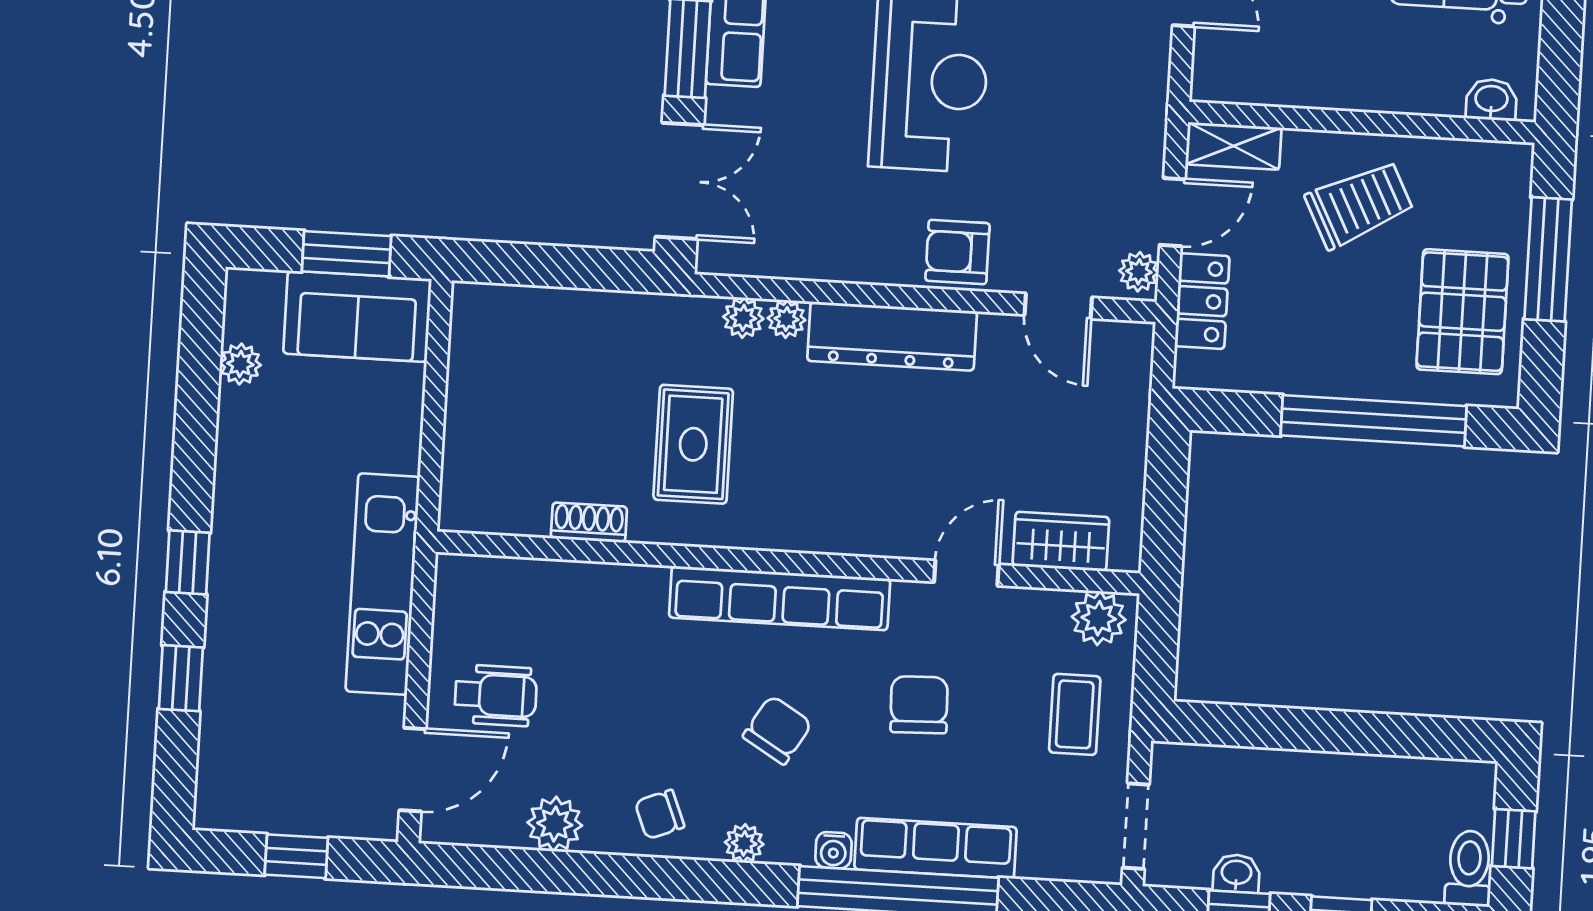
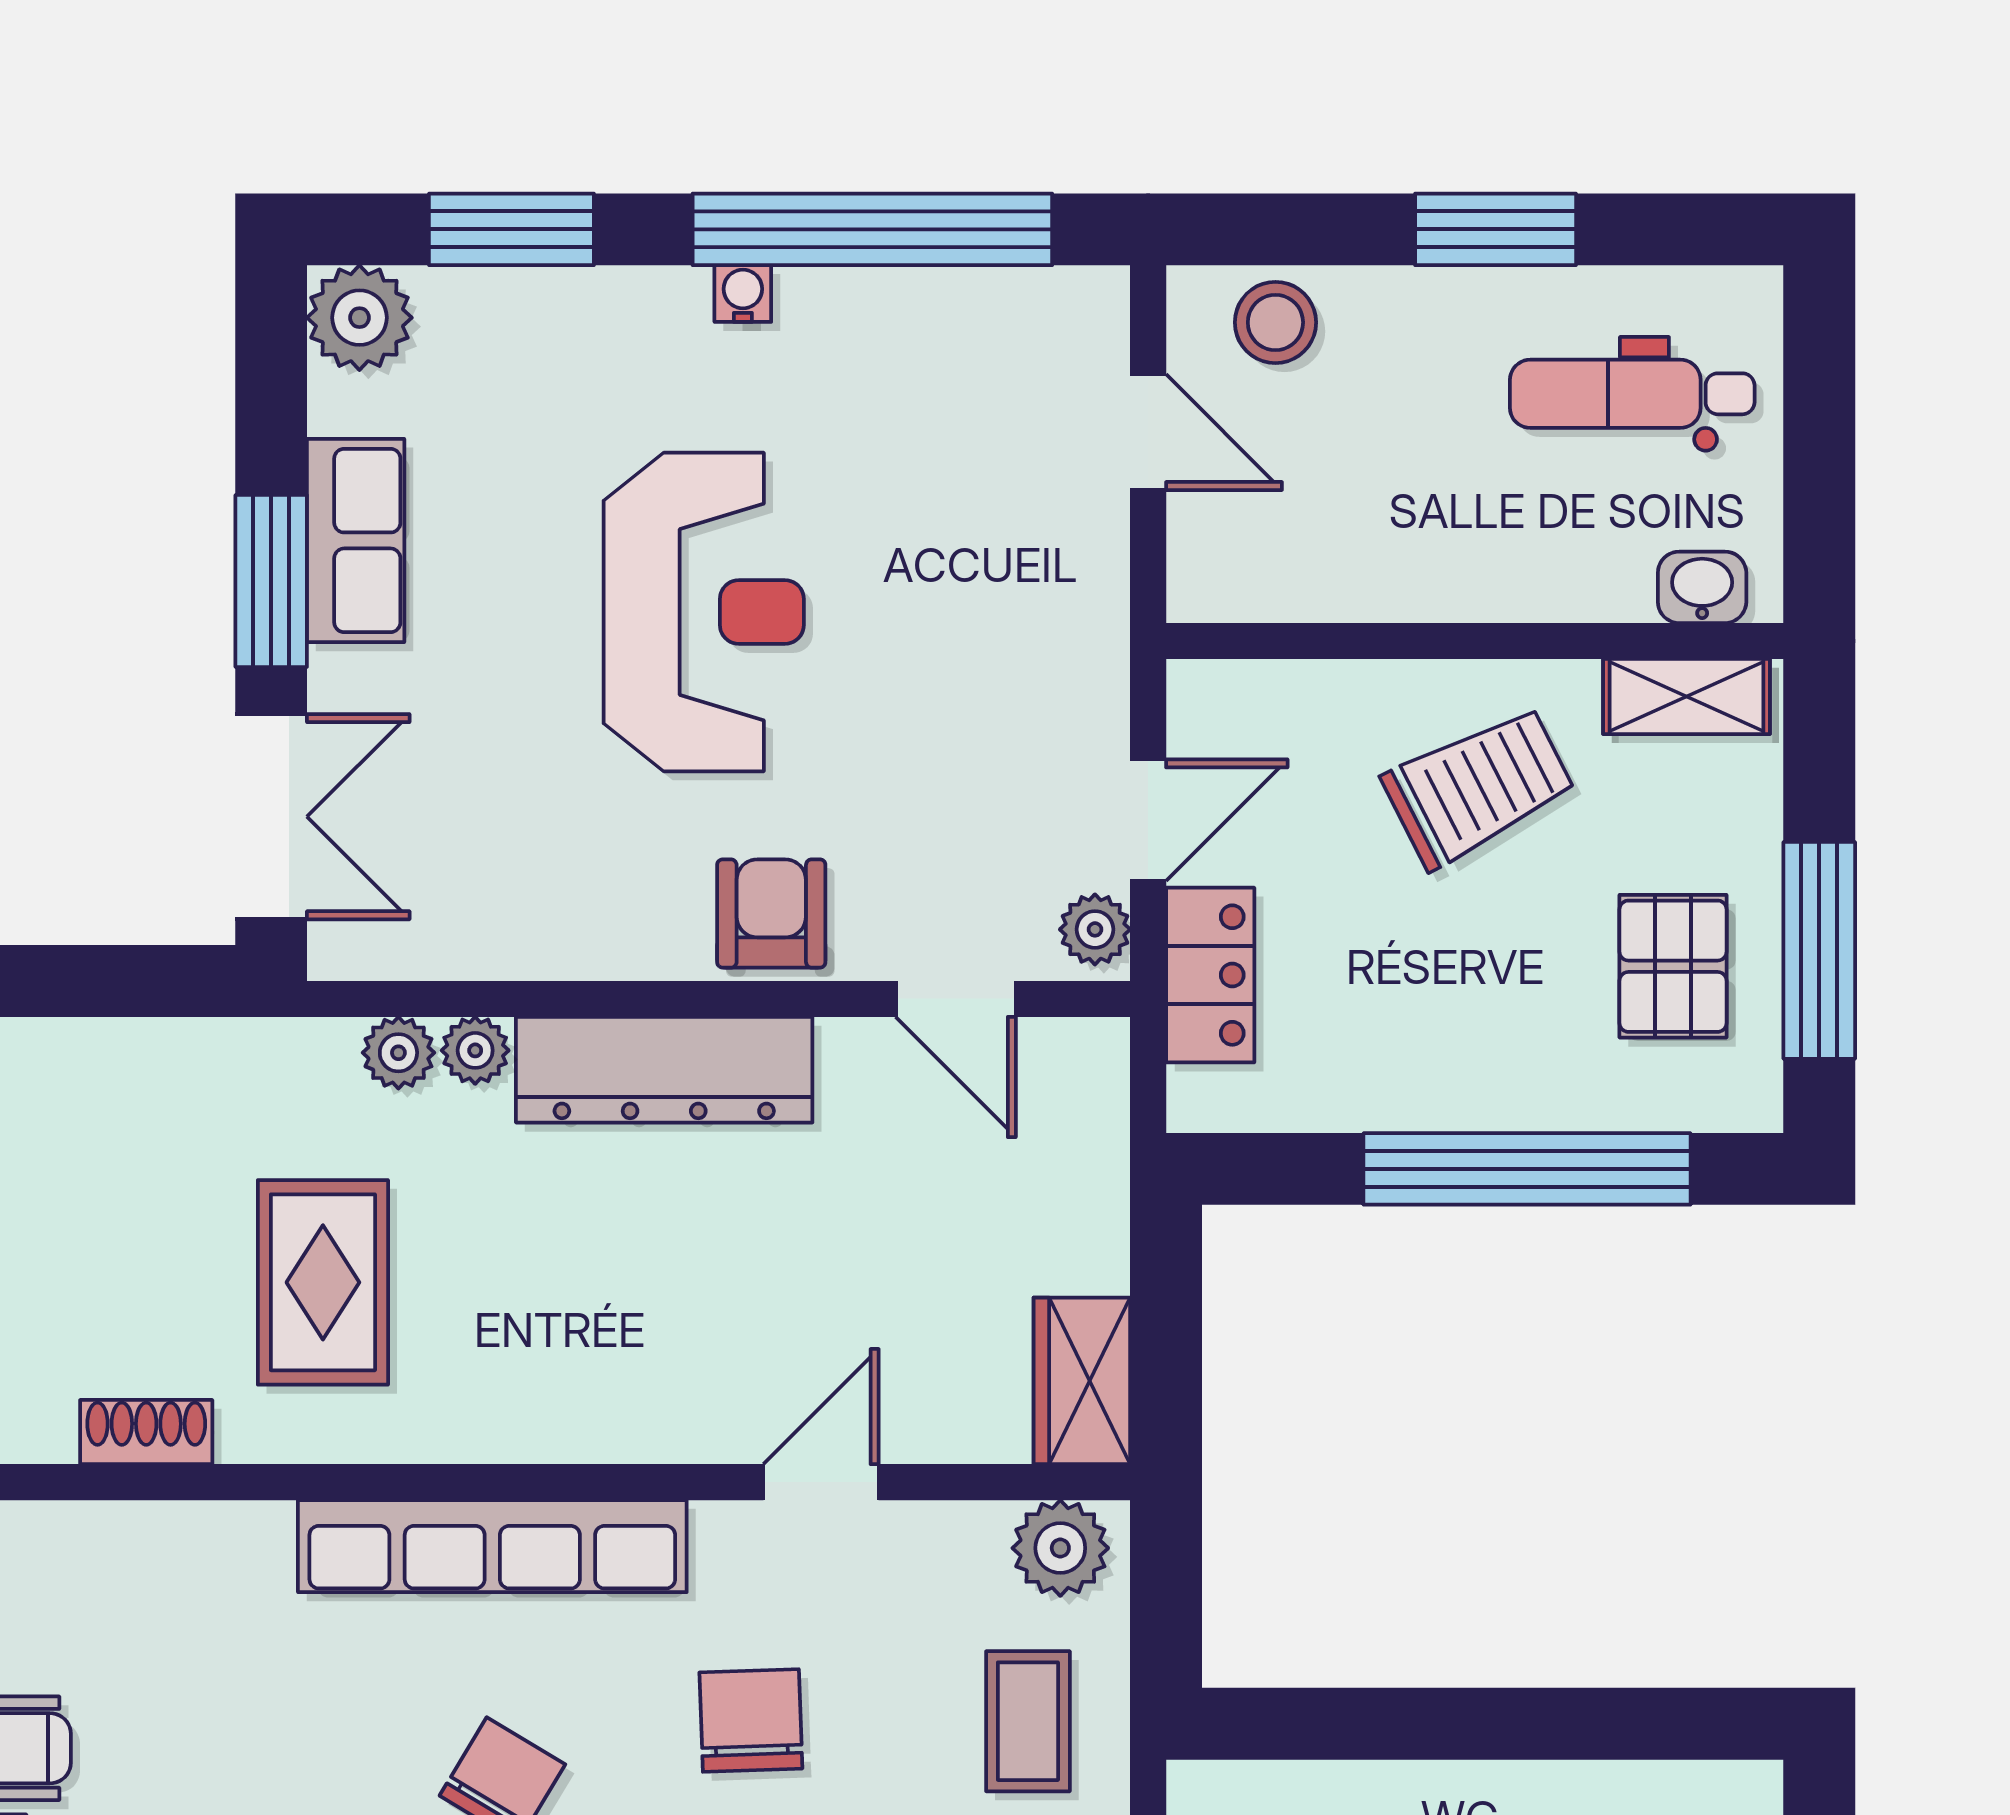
shelving: (1233, 146) -> (1687, 696), moved
armchair: (957, 252) -> (771, 913), turned 90
window: (1548, 259) -> (1819, 950), moved
pallet: (1462, 312) -> (1673, 966), width x0.67, depth x0.71
wardrobe: (1061, 541) -> (1082, 1381), moved, turned -90

